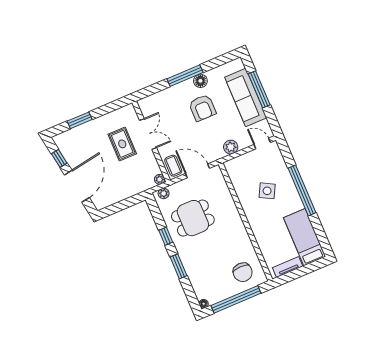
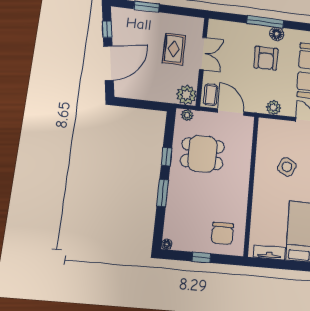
plant: (160, 179) -> (186, 95), width x1.88, depth x1.88
window: (236, 299) -> (201, 257), width x0.32

